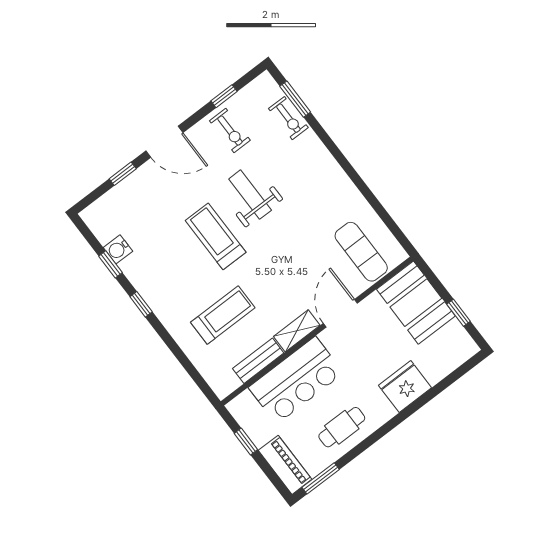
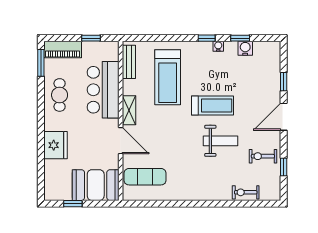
window: (295, 99) -> (253, 204), removed
water cooler: (140, 283) -> (218, 46), added
treadmill: (223, 315) -> (168, 77), width x1.37, depth x1.38
bench: (258, 361) -> (129, 62), moved

